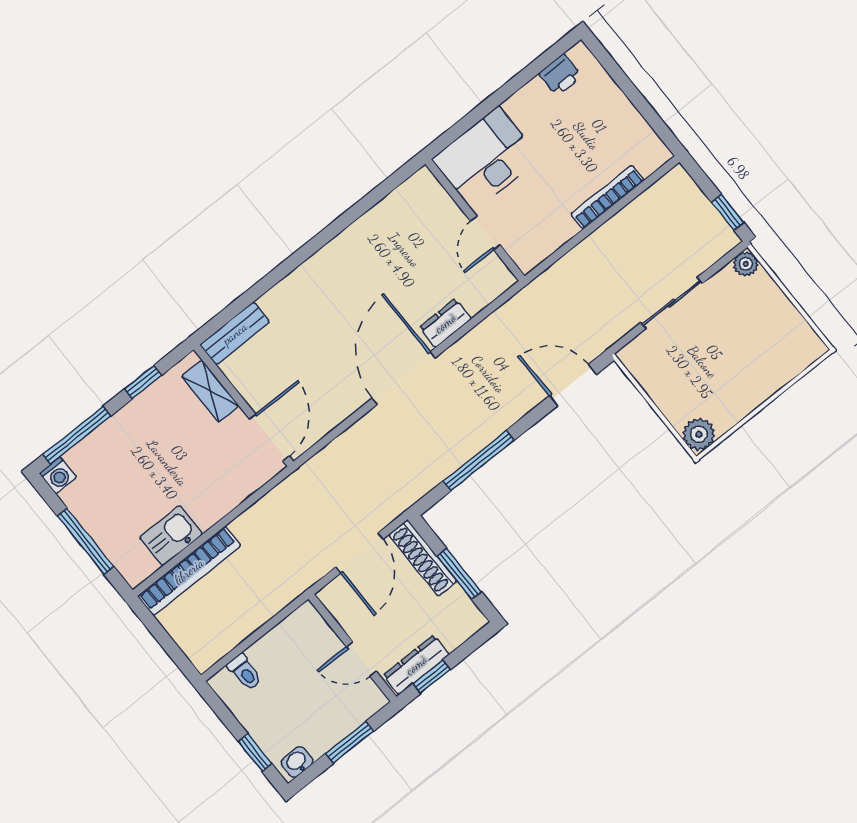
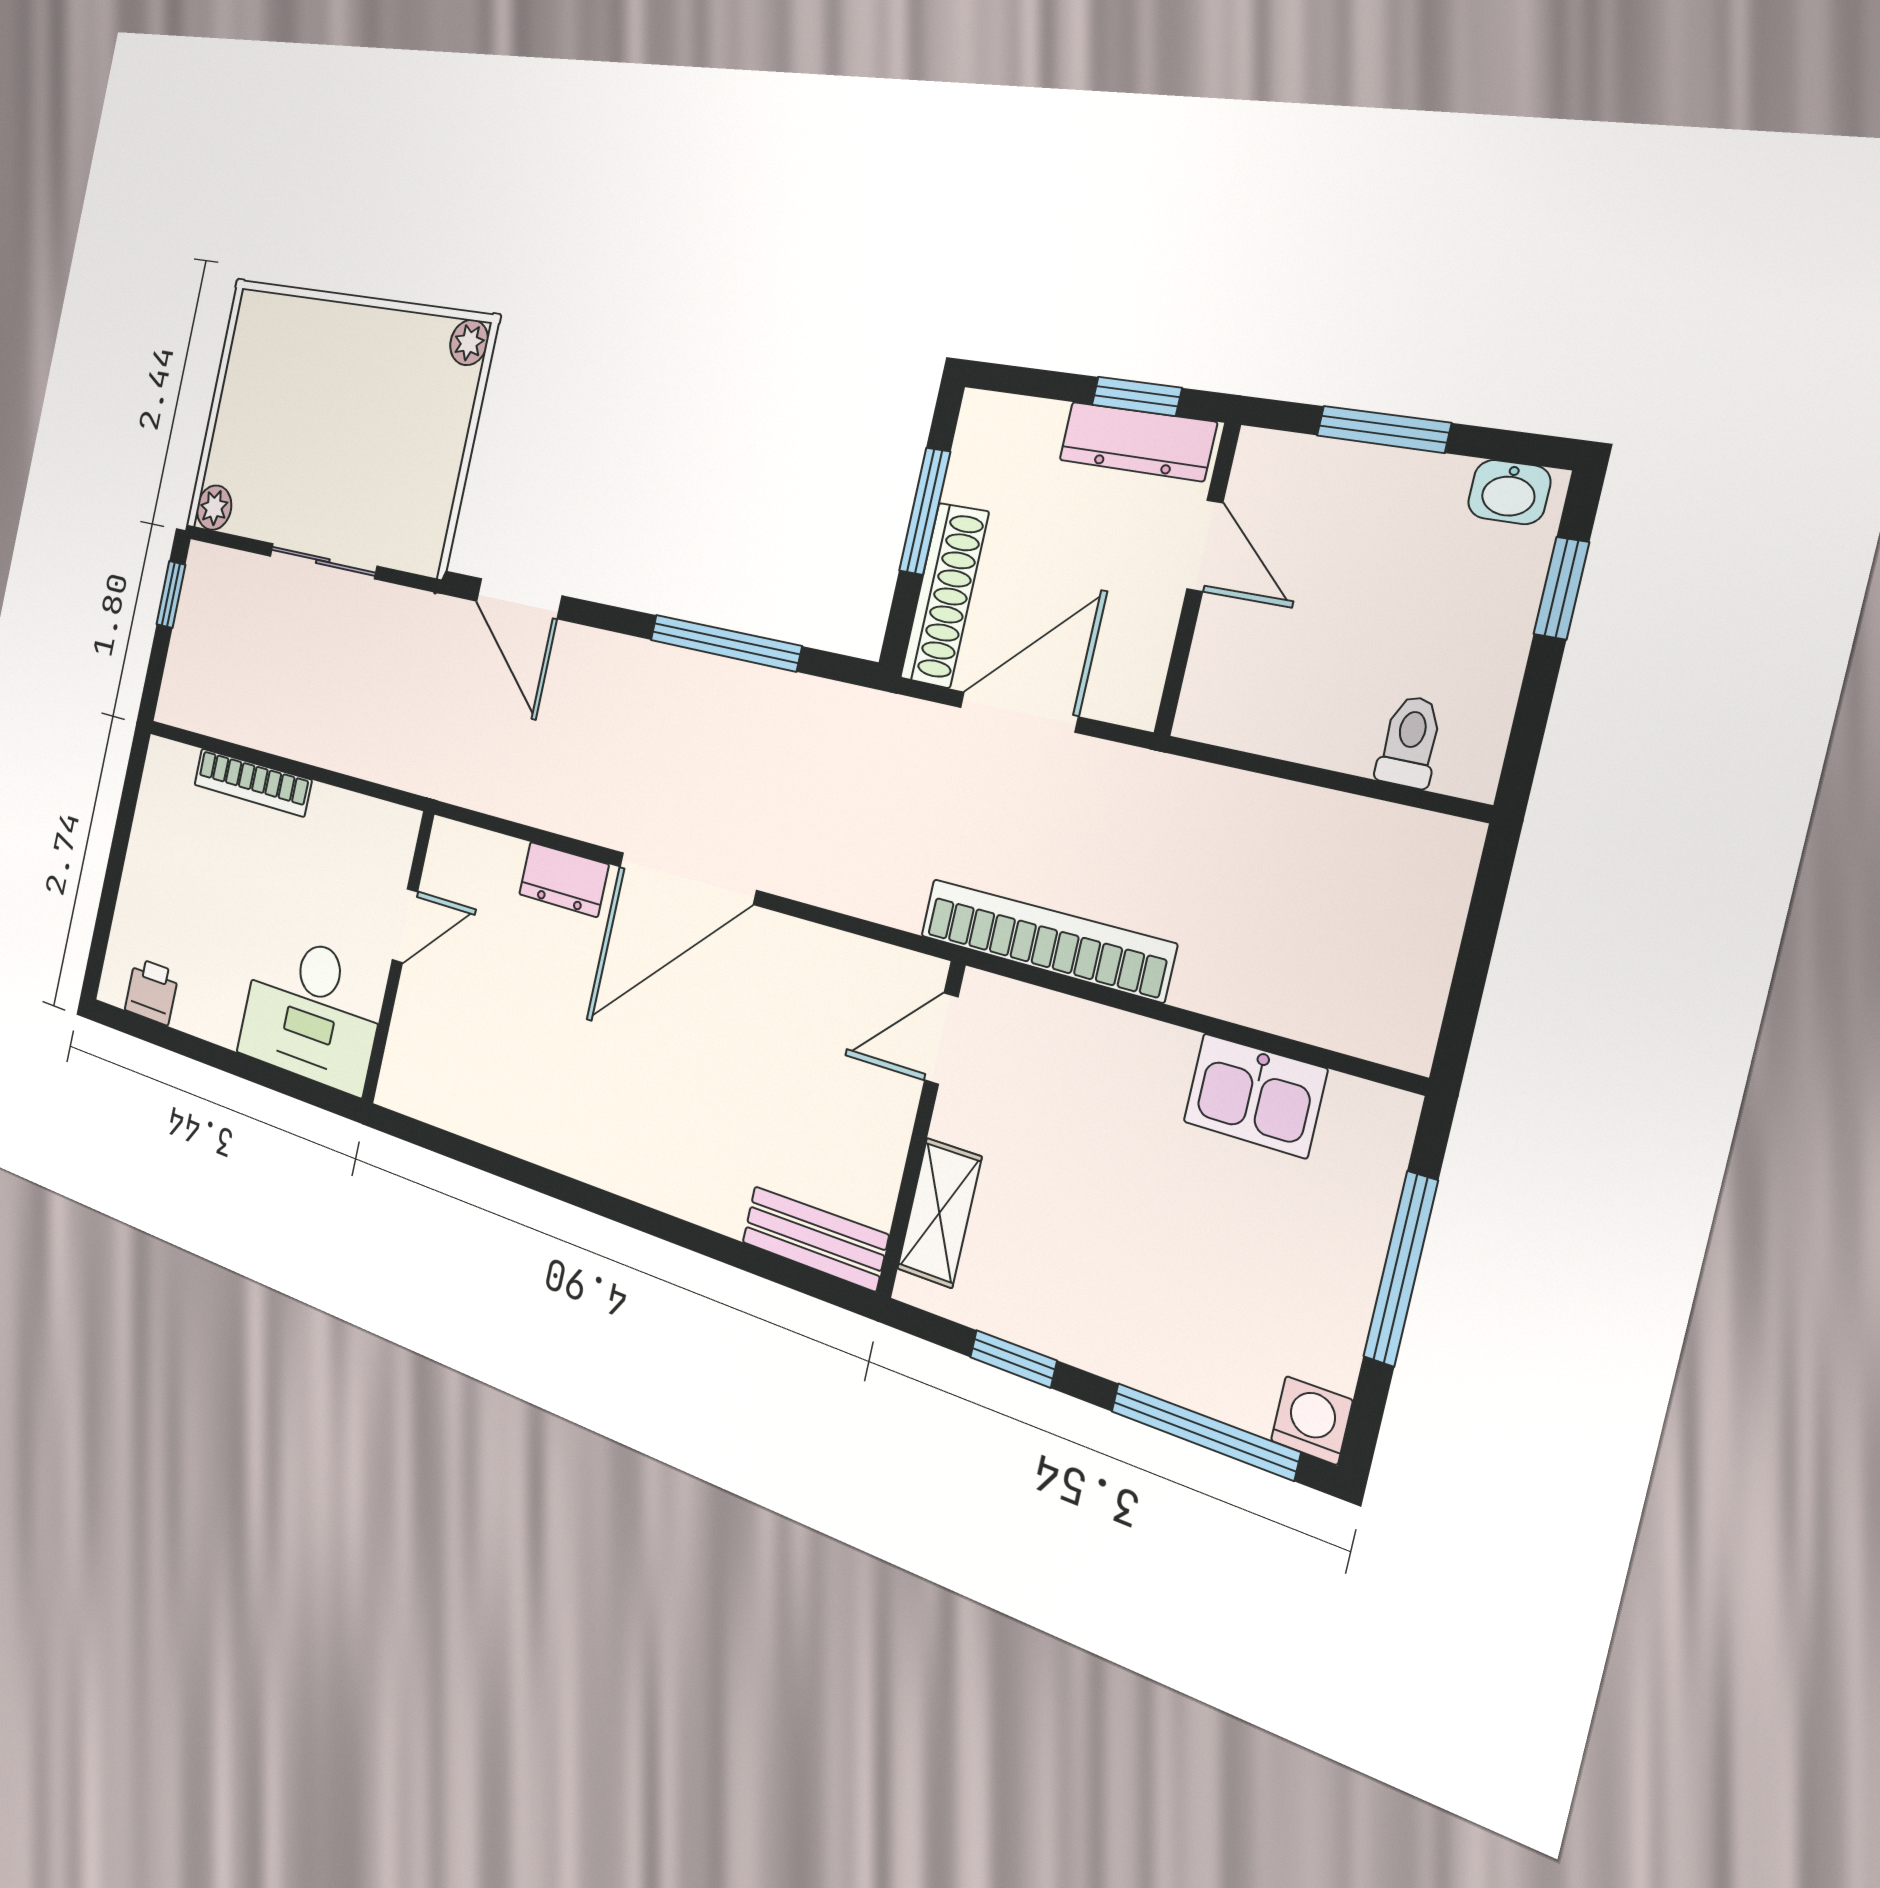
plant: (699, 434) -> (469, 342), width x0.73, depth x0.73
door: (269, 438) -> (941, 1039), width x0.73
bookcase: (189, 571) -> (1046, 940), moved

